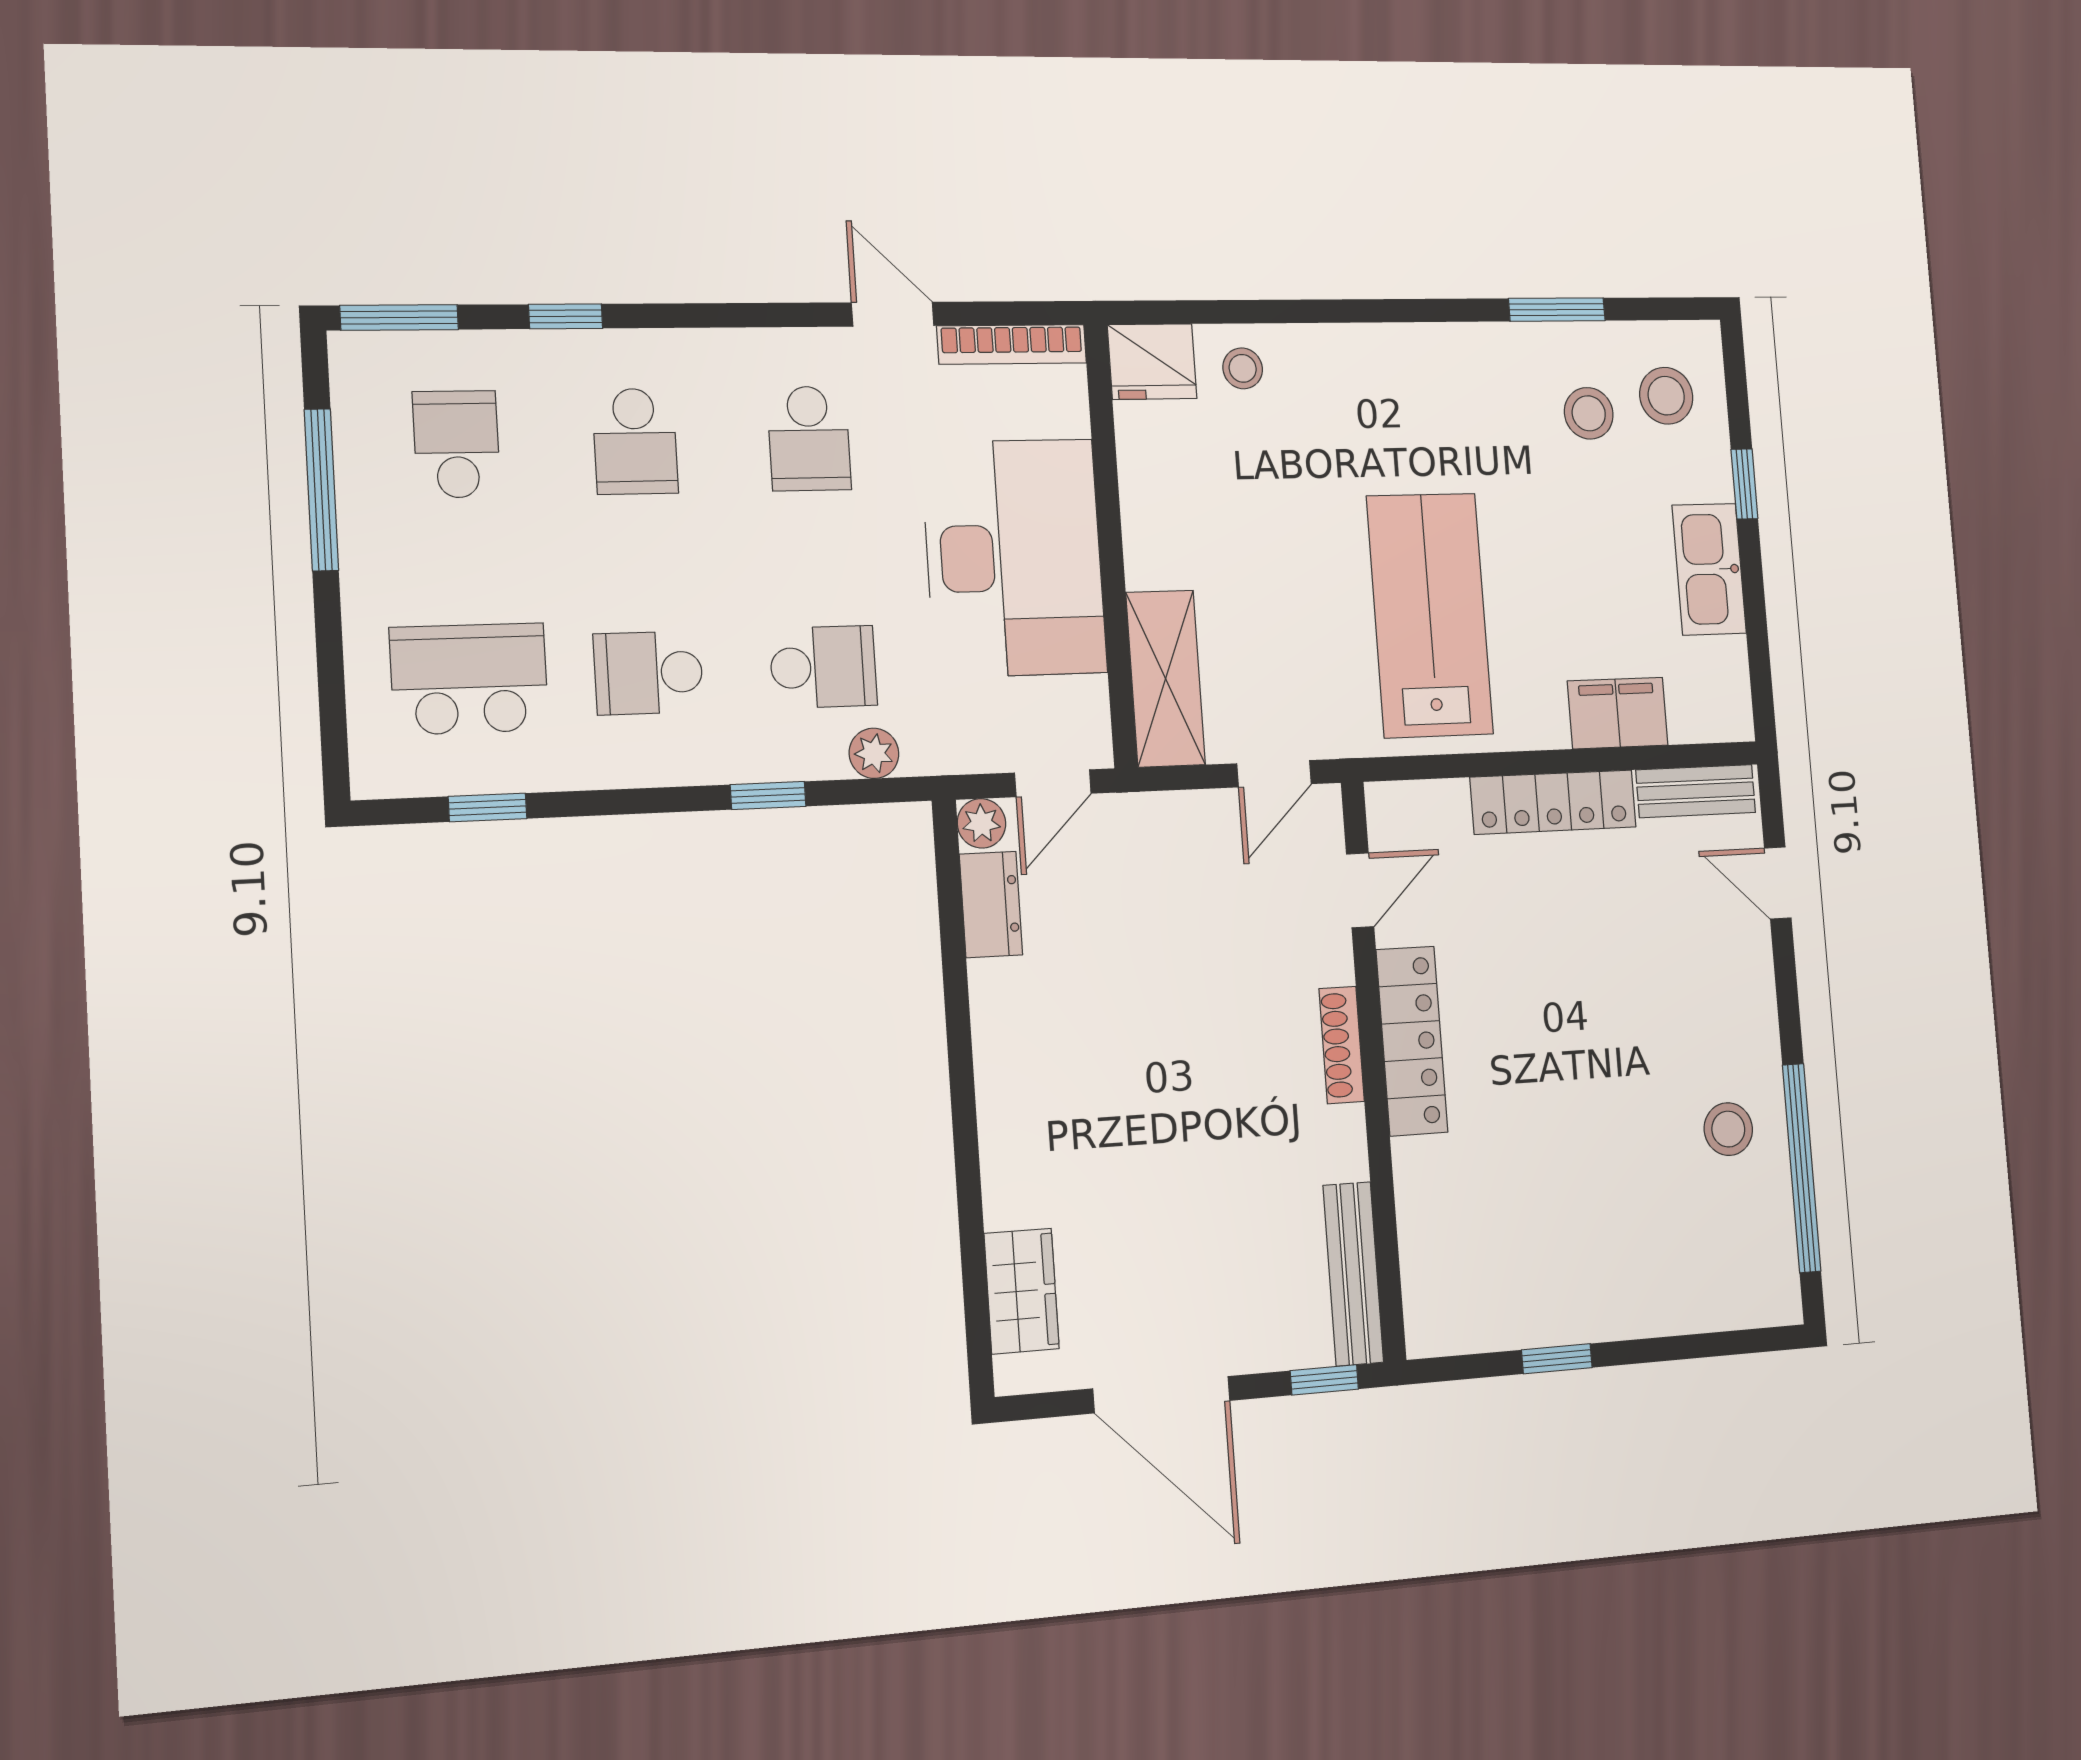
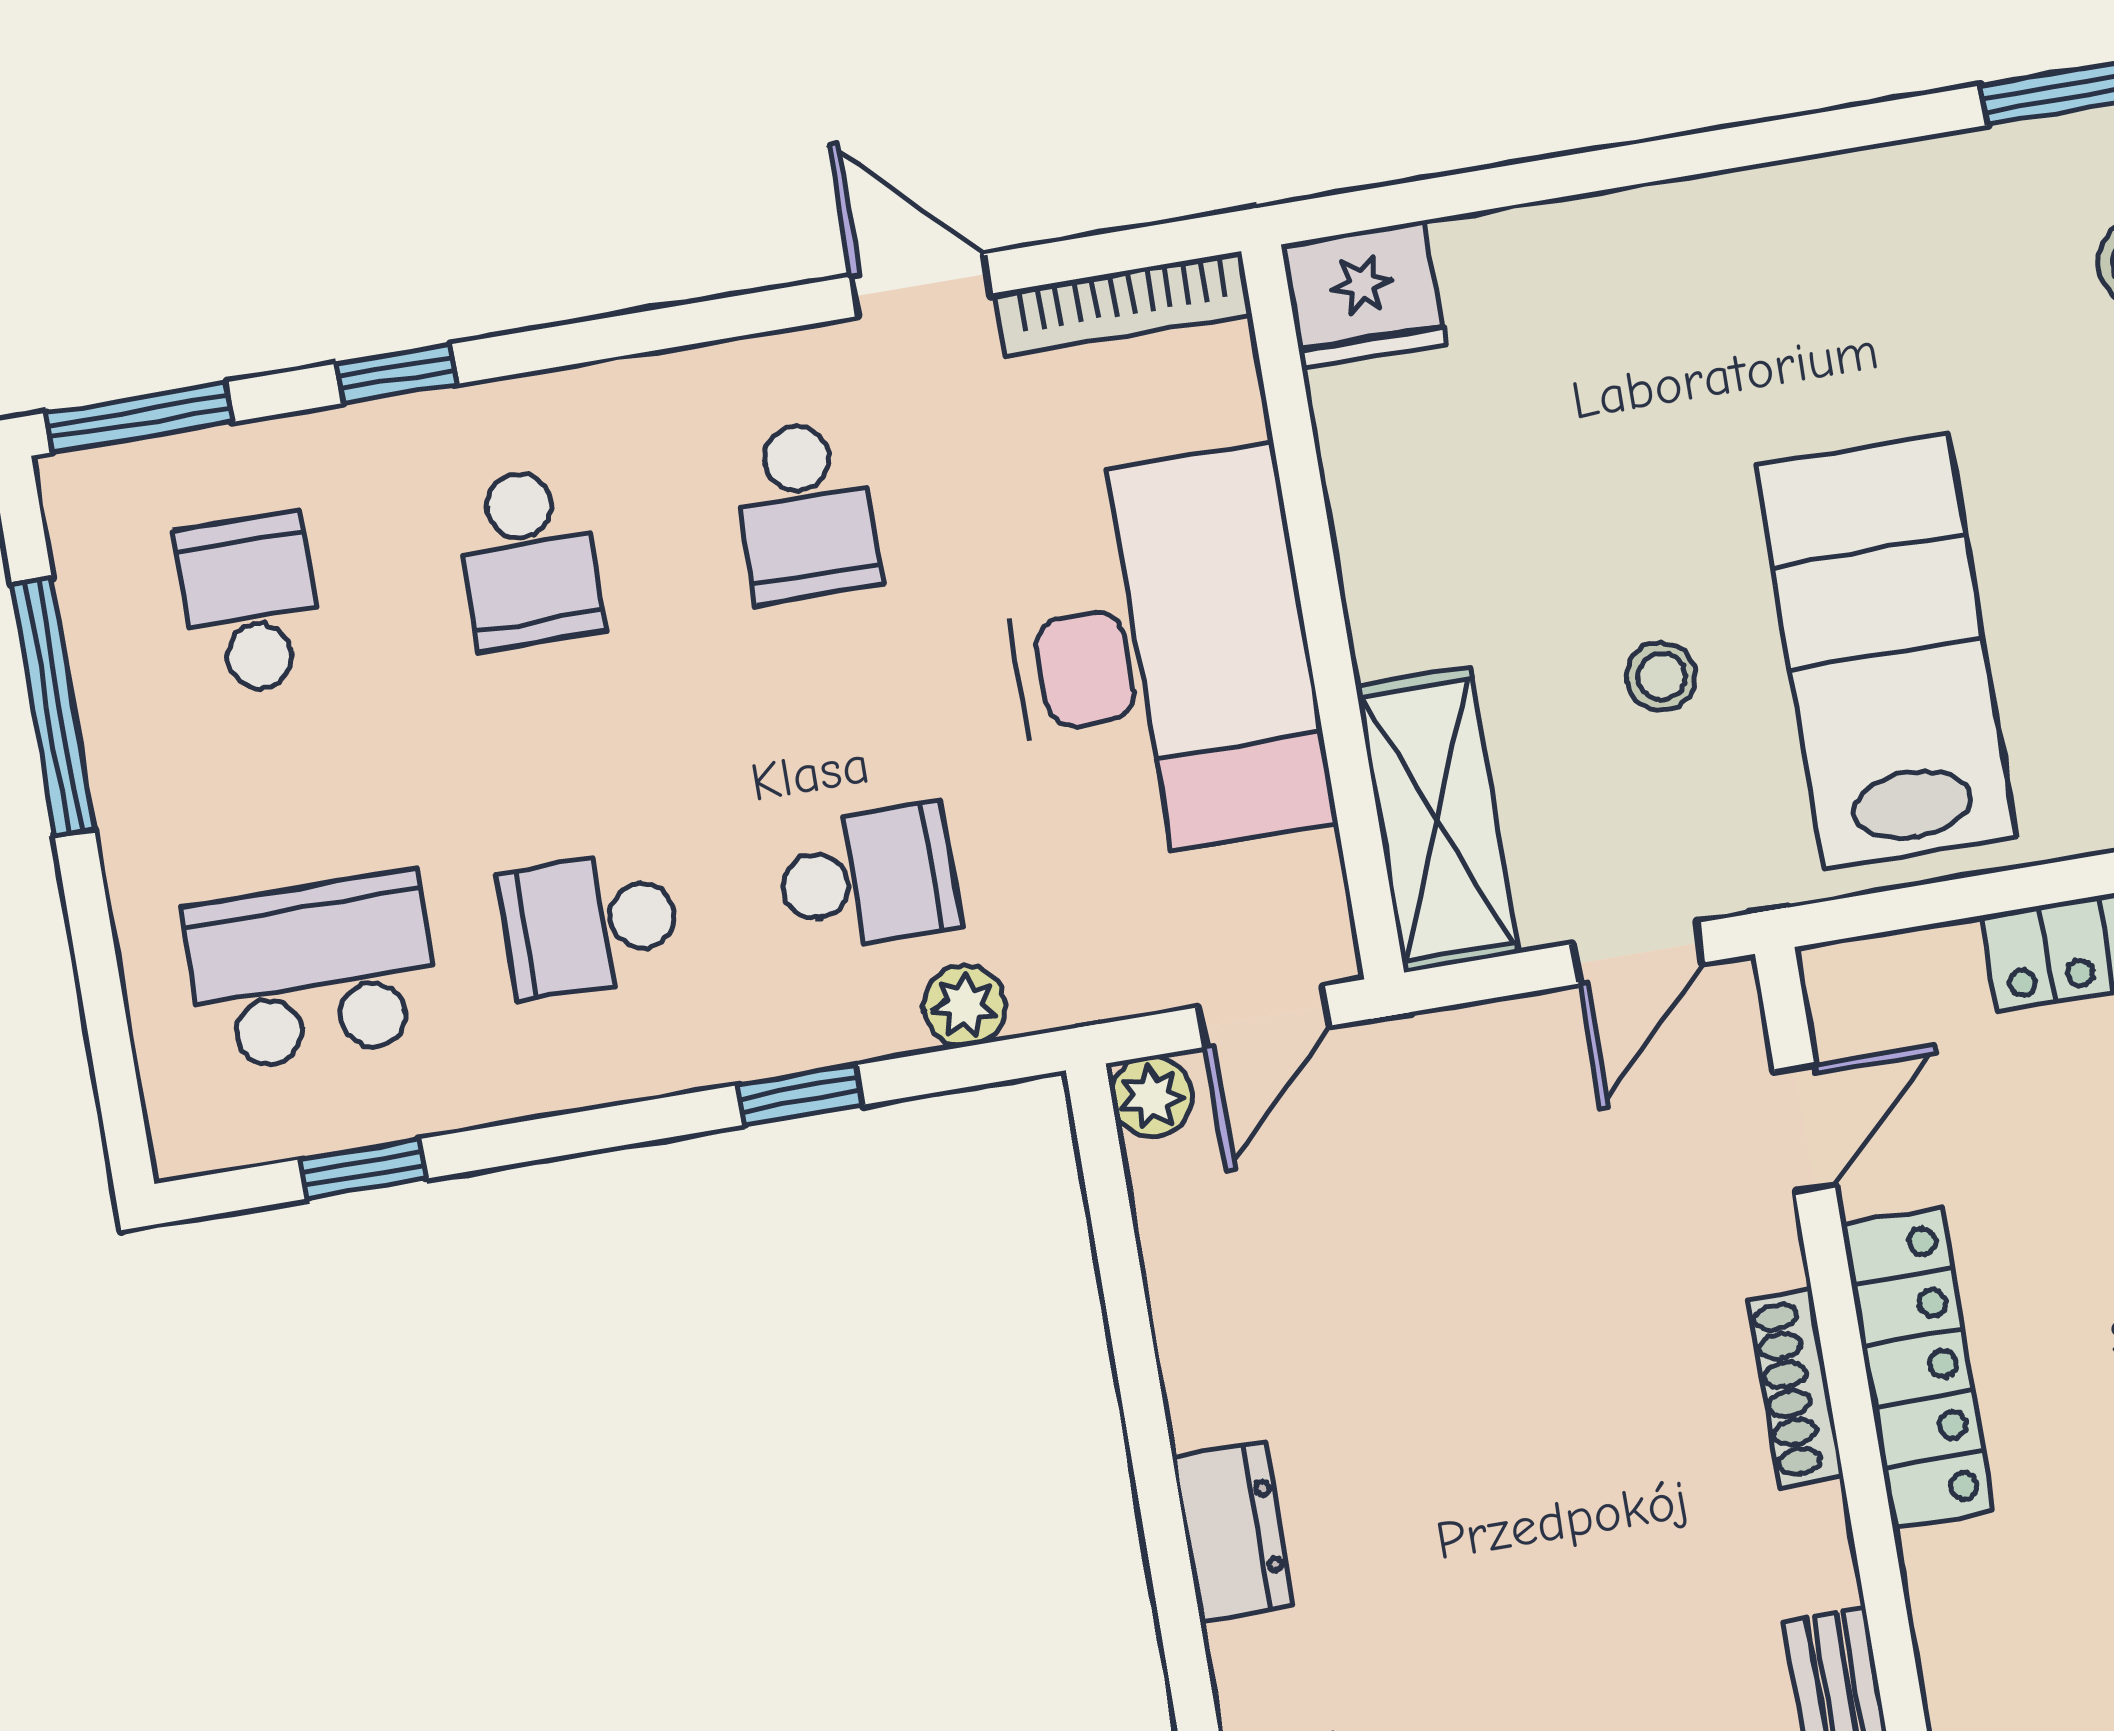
stool: (1243, 368) -> (1661, 676), moved
dresser: (991, 905) -> (1233, 1532), moved

